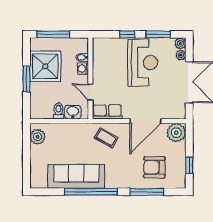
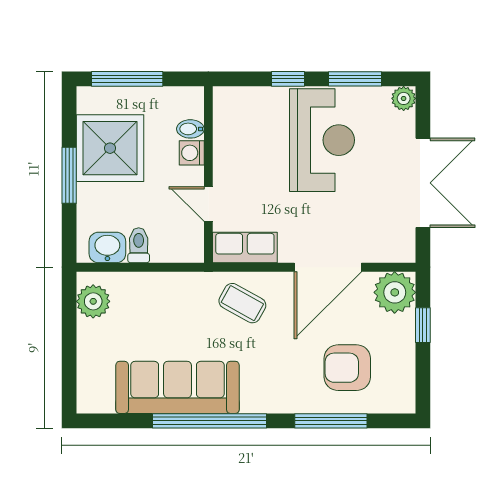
plant: (181, 55) -> (405, 124), removed
washbasin: (73, 112) -> (107, 247), moved
window: (189, 166) -> (423, 325), moved

